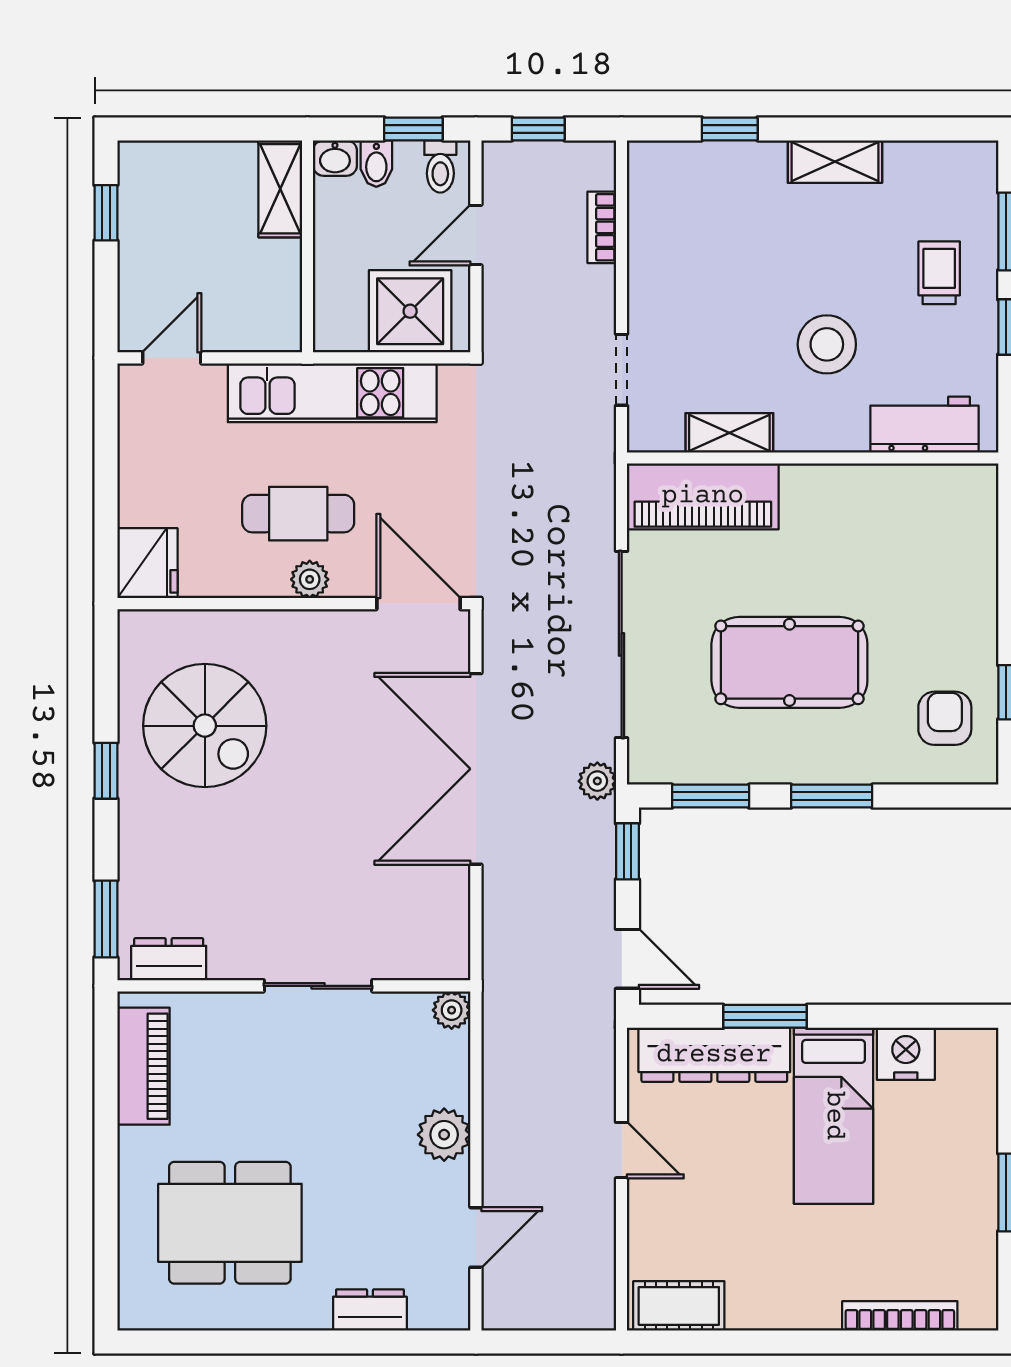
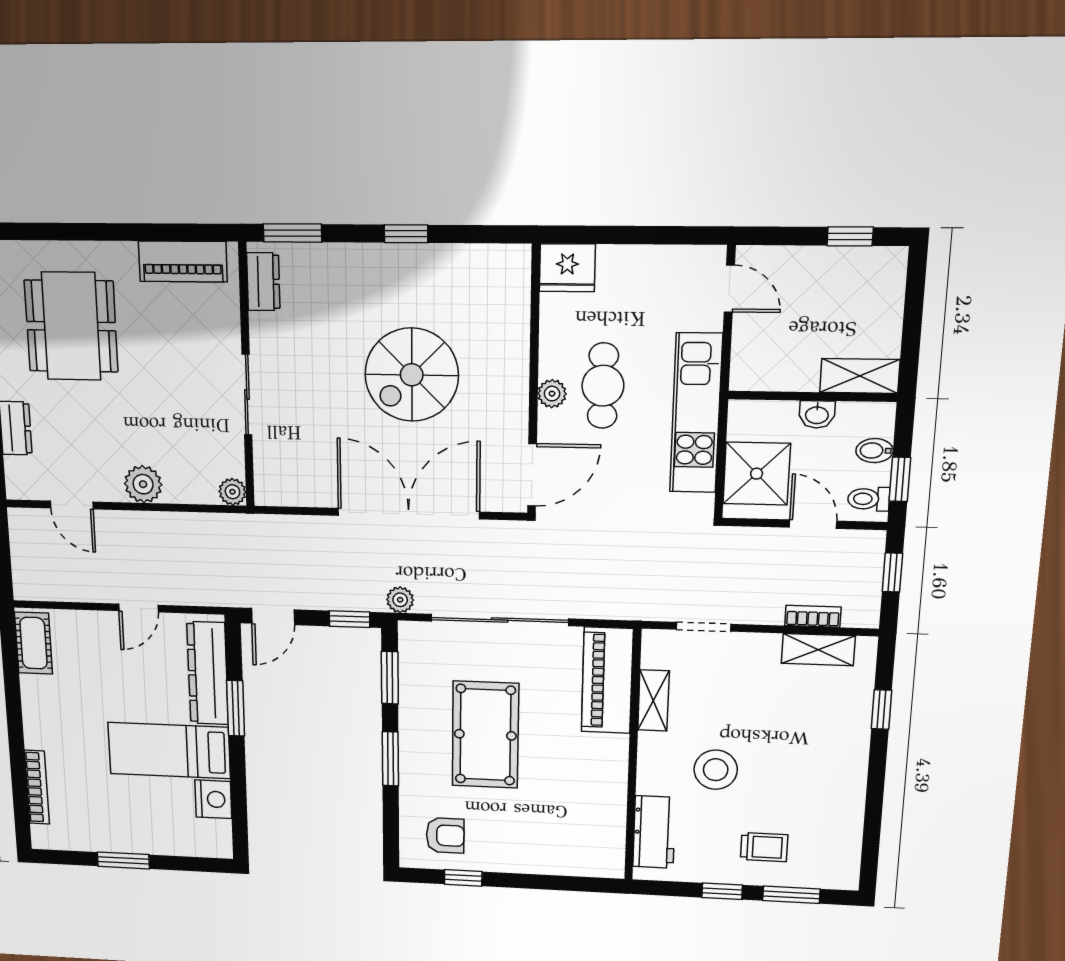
washbasin: (335, 158) -> (817, 414), moved, turned -90
shelving: (835, 162) -> (818, 650), moved, turned 90
spiral stairs: (205, 726) -> (412, 375), moved

